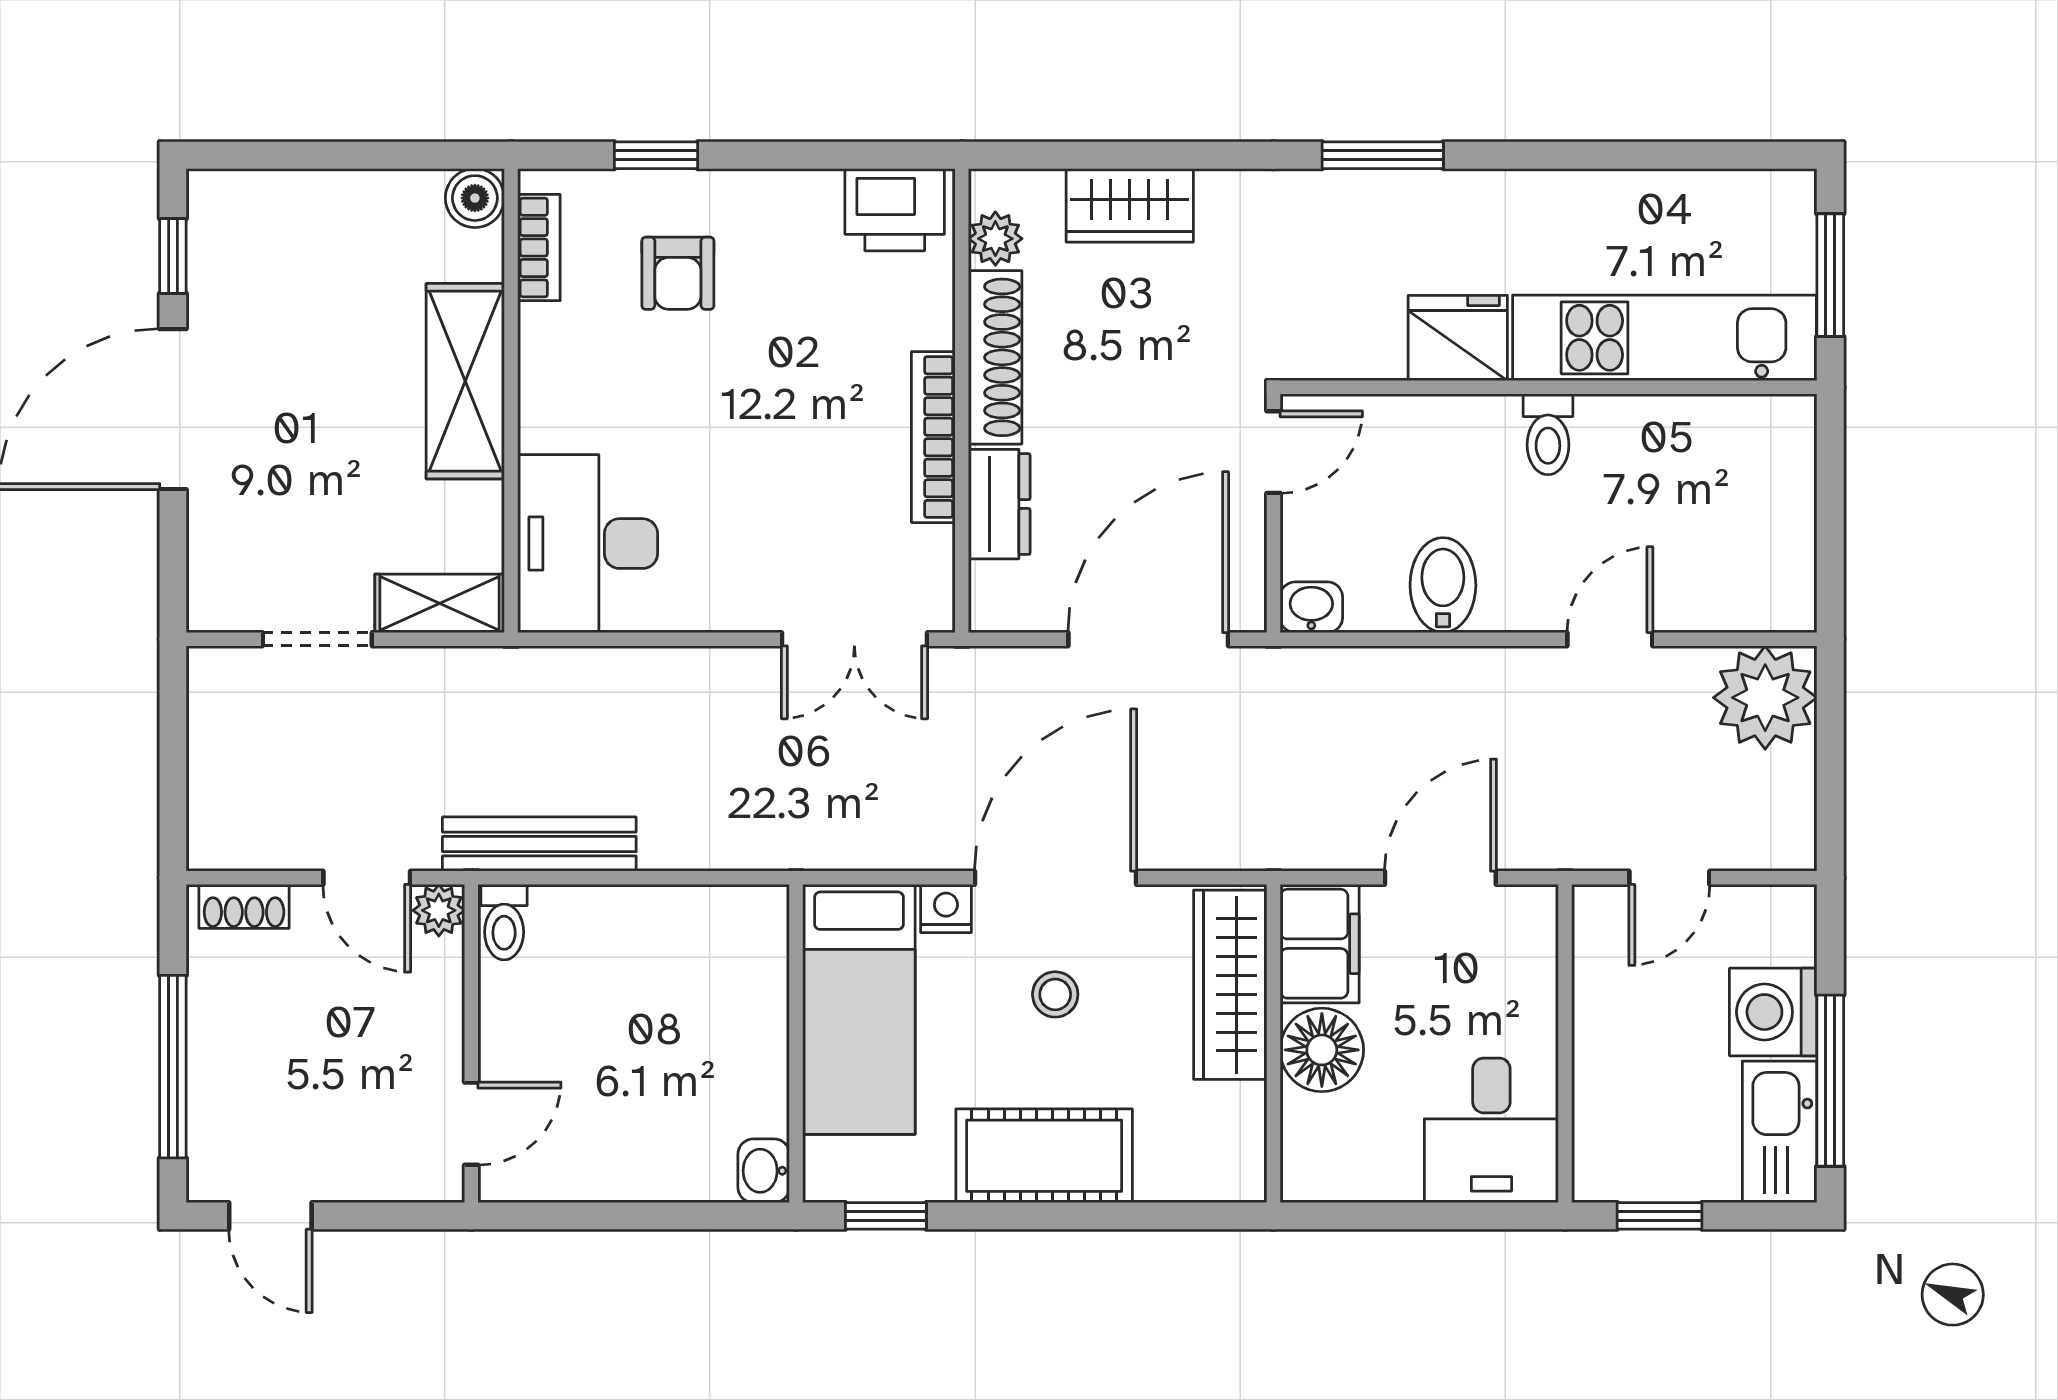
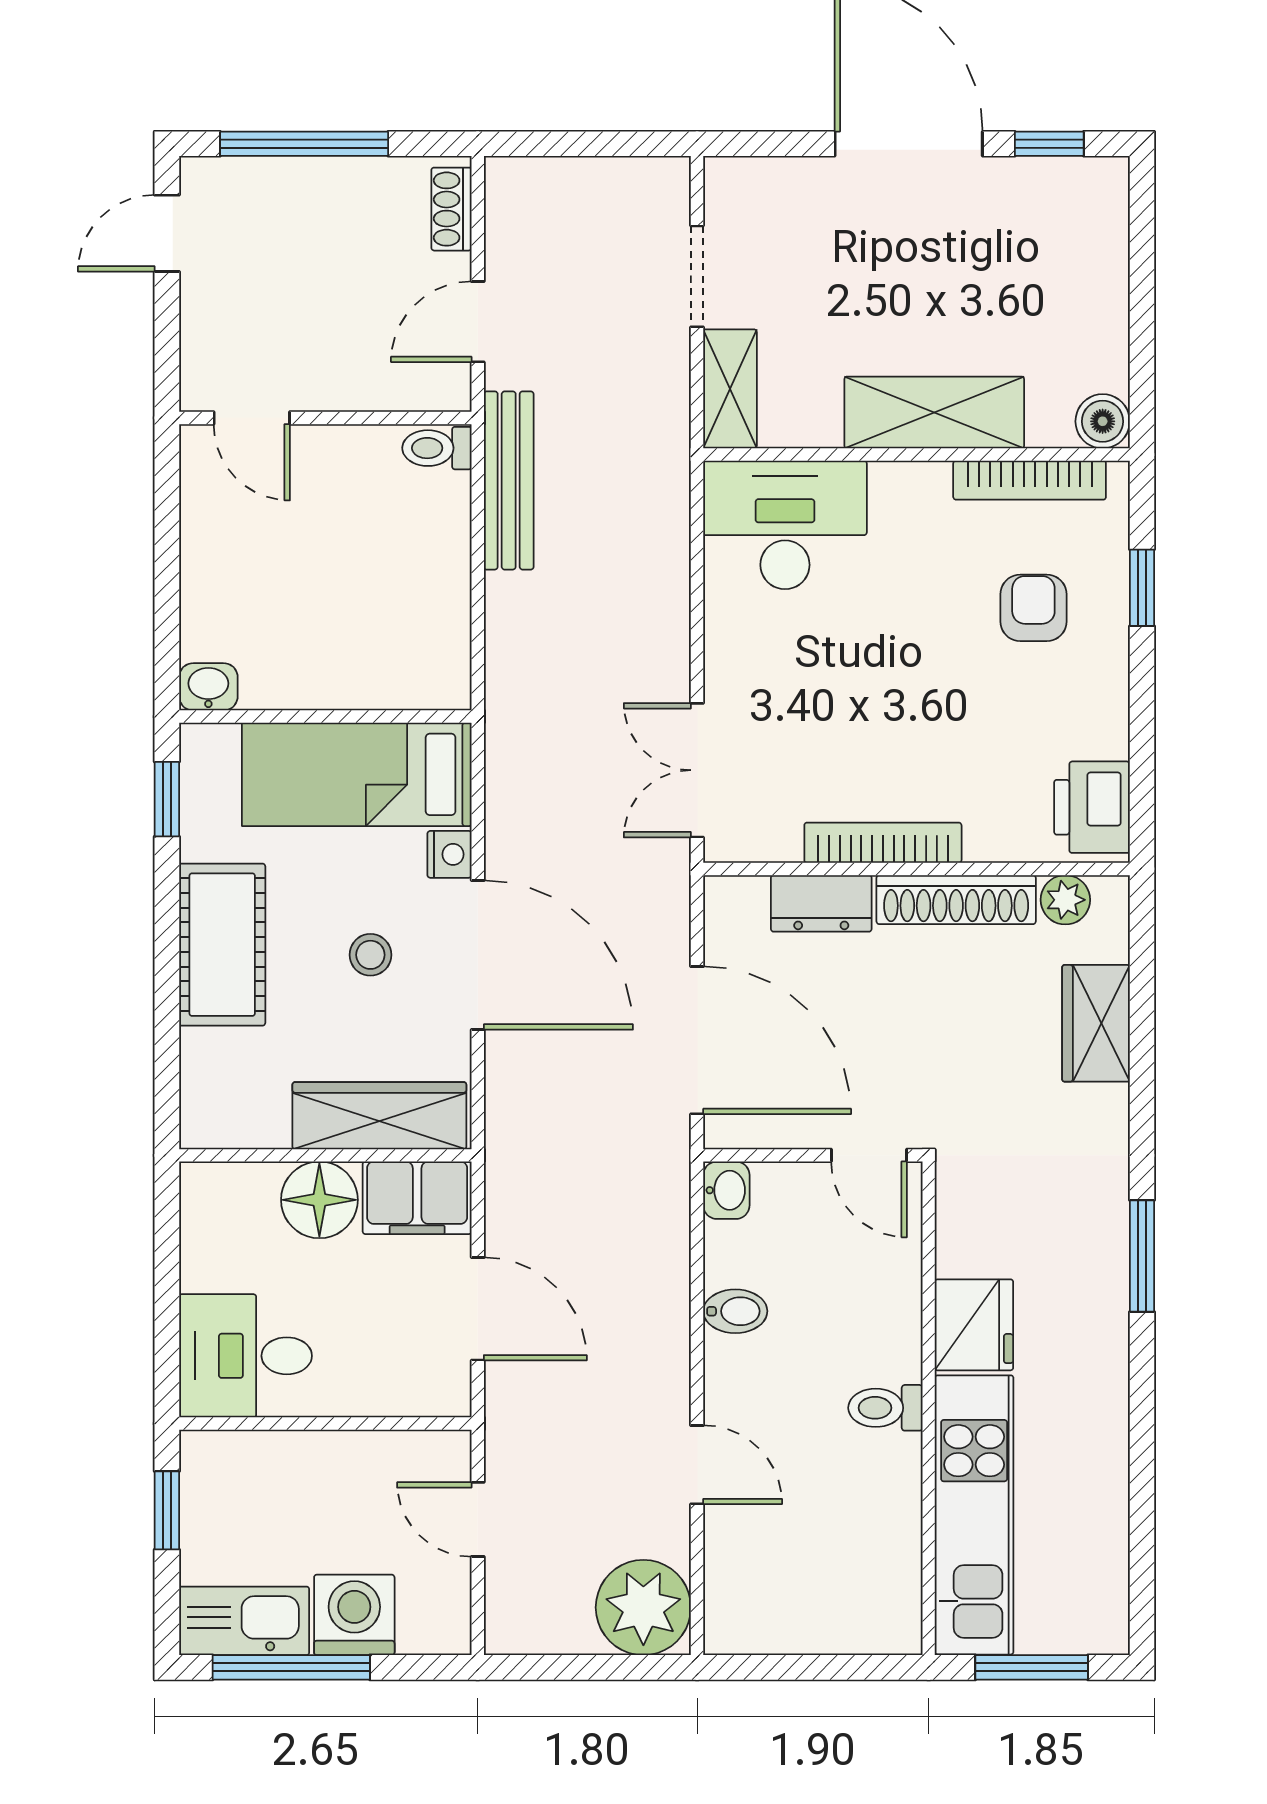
bookcase: (539, 248) -> (1030, 480), width x1.56
armchair: (678, 273) -> (1033, 608), turned 90
bidet: (1443, 585) -> (735, 1311), width x0.72, depth x0.74
plant: (439, 910) -> (448, 388), removed

